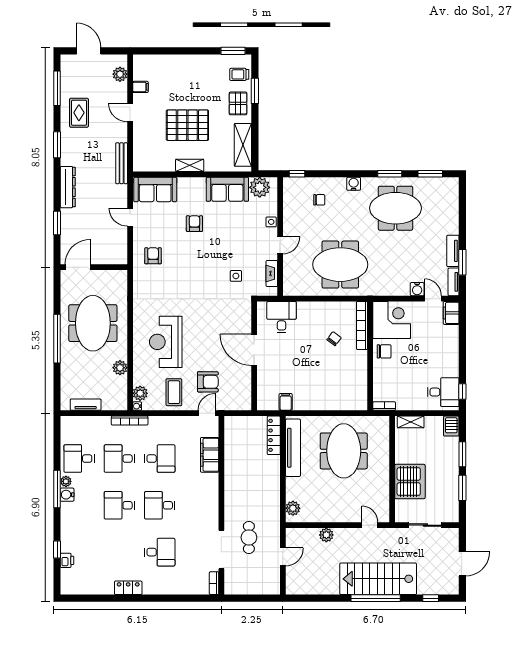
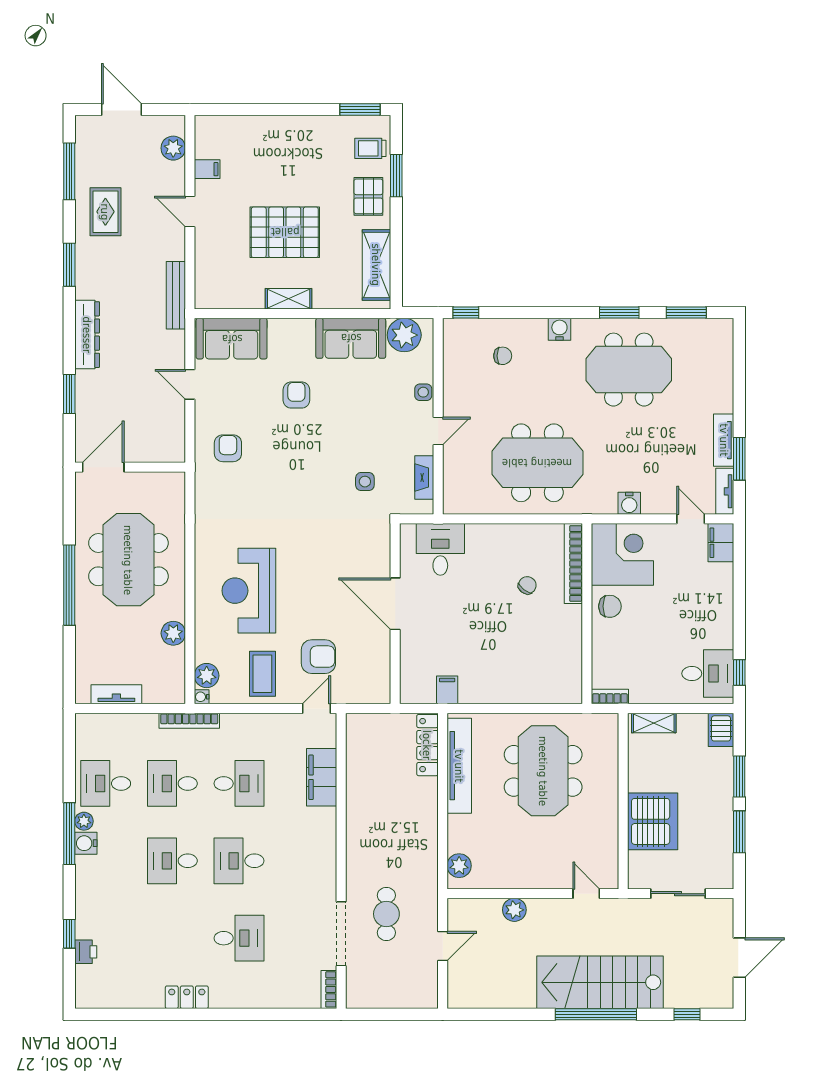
water cooler: (417, 289) -> (629, 503), moved

